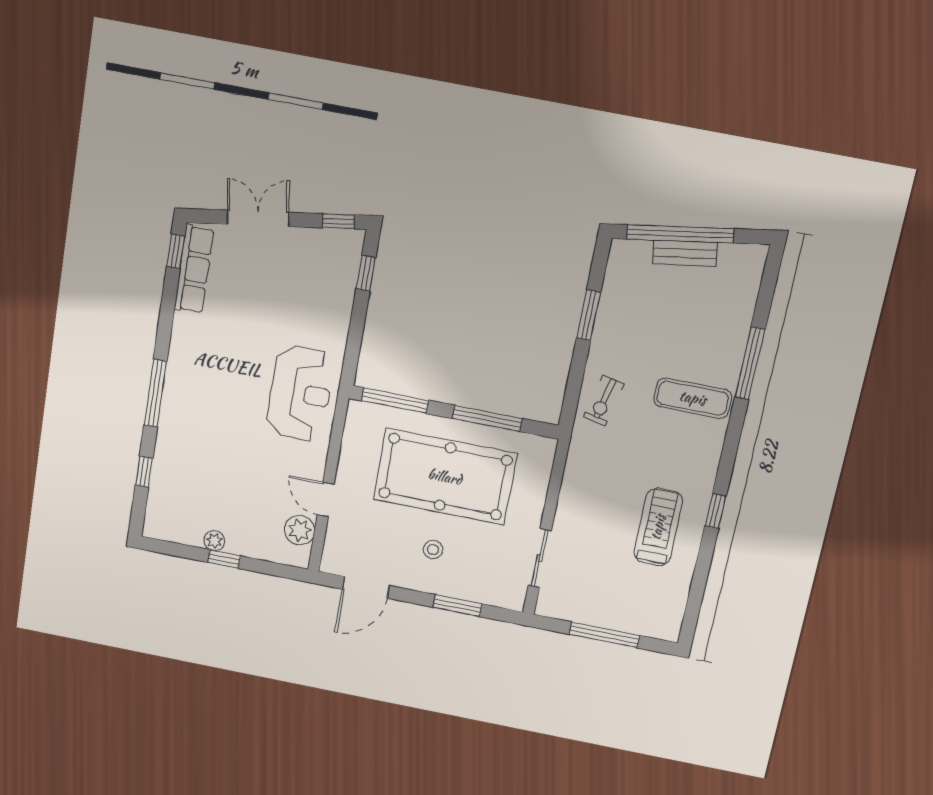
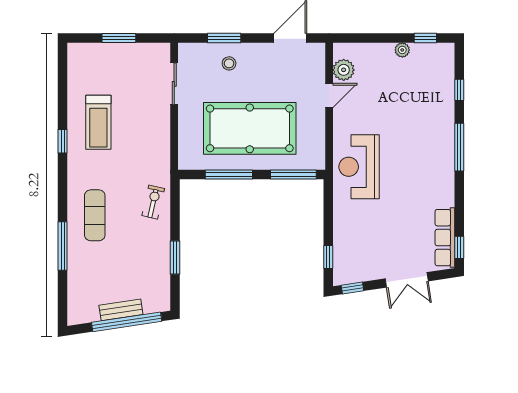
exercise mat: (693, 398) -> (95, 215), turned 90
door: (326, 499) -> (329, 96), hinge flipped
stool: (433, 549) -> (229, 63), moved
window: (224, 559) -> (425, 38), moved
window: (604, 635) -> (119, 38), width x0.69

